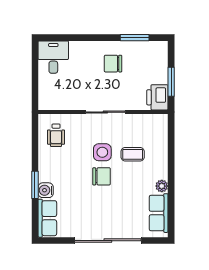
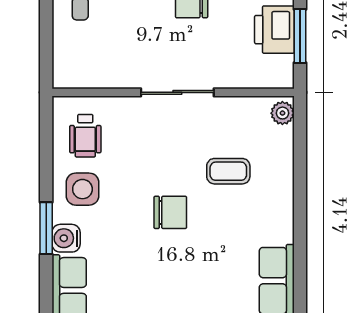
printer: (157, 97) -> (274, 30), moved
side table: (102, 152) -> (82, 189), moved
plant: (162, 186) -> (282, 113), moved

